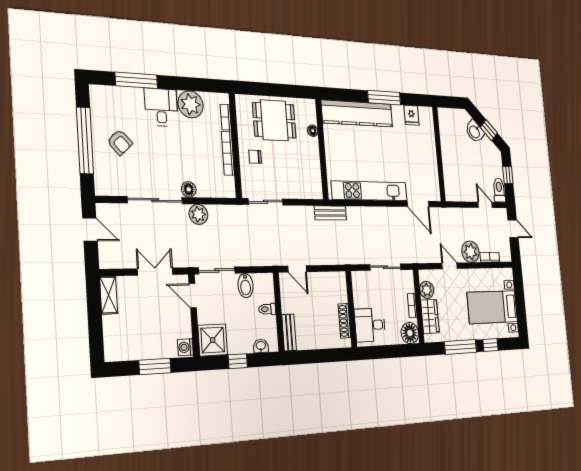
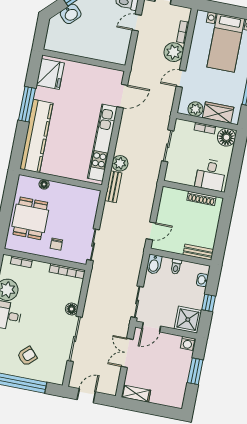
fridge: (411, 115) -> (50, 74), width x1.88, depth x1.34
bookcase: (228, 153) -> (67, 271), moved
plant: (198, 214) -> (120, 163), moved
bidet: (246, 286) -> (154, 264), moved, turned 90

